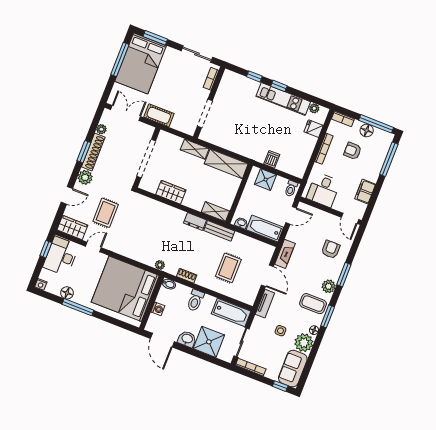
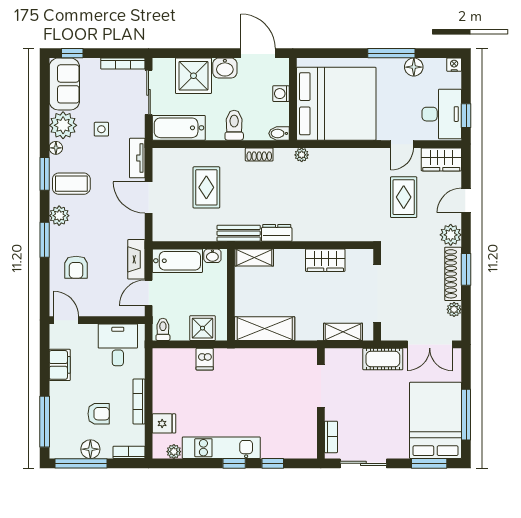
shelving: (195, 149) -> (343, 332), moved
fireplace: (285, 254) -> (136, 259), moved

